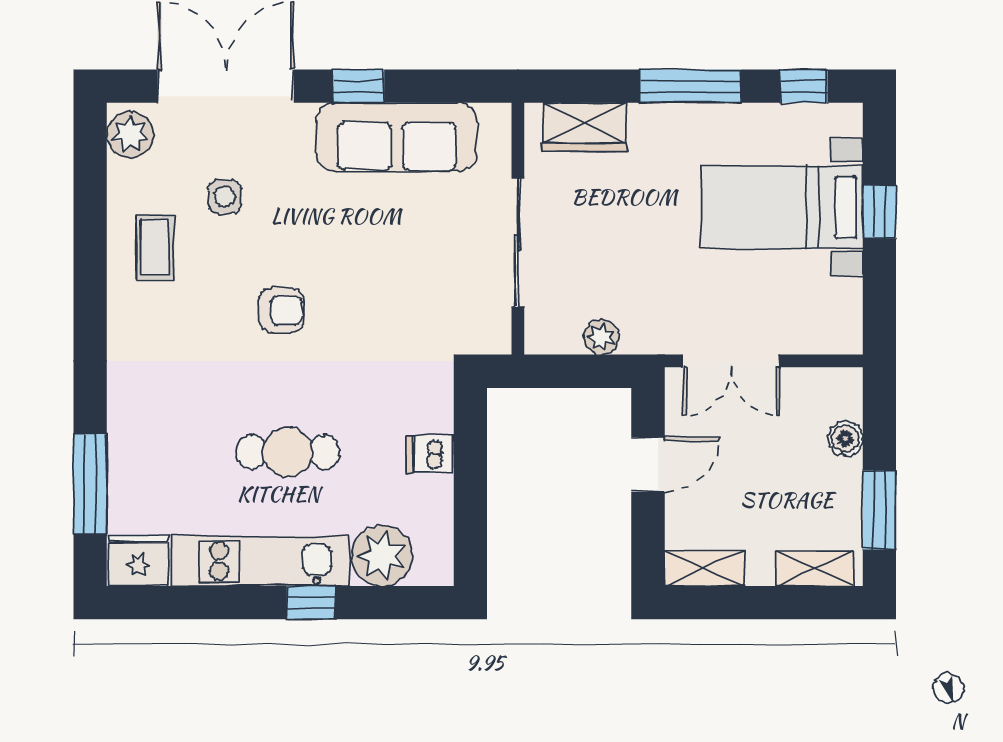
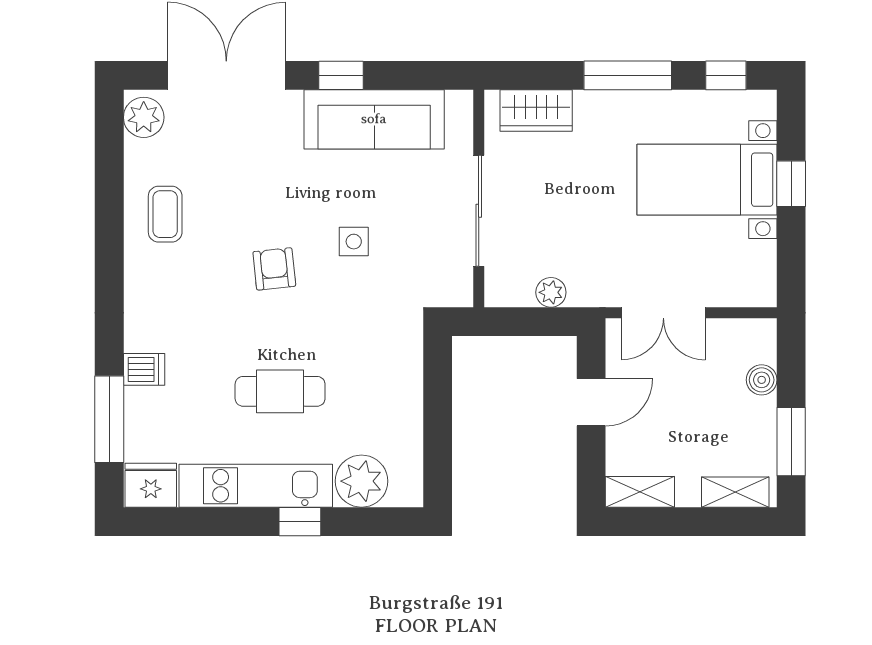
side table: (225, 197) -> (354, 242), moved
armchair: (281, 310) -> (274, 269), turned -96
dishwasher: (430, 454) -> (144, 369), moved, turned 180

